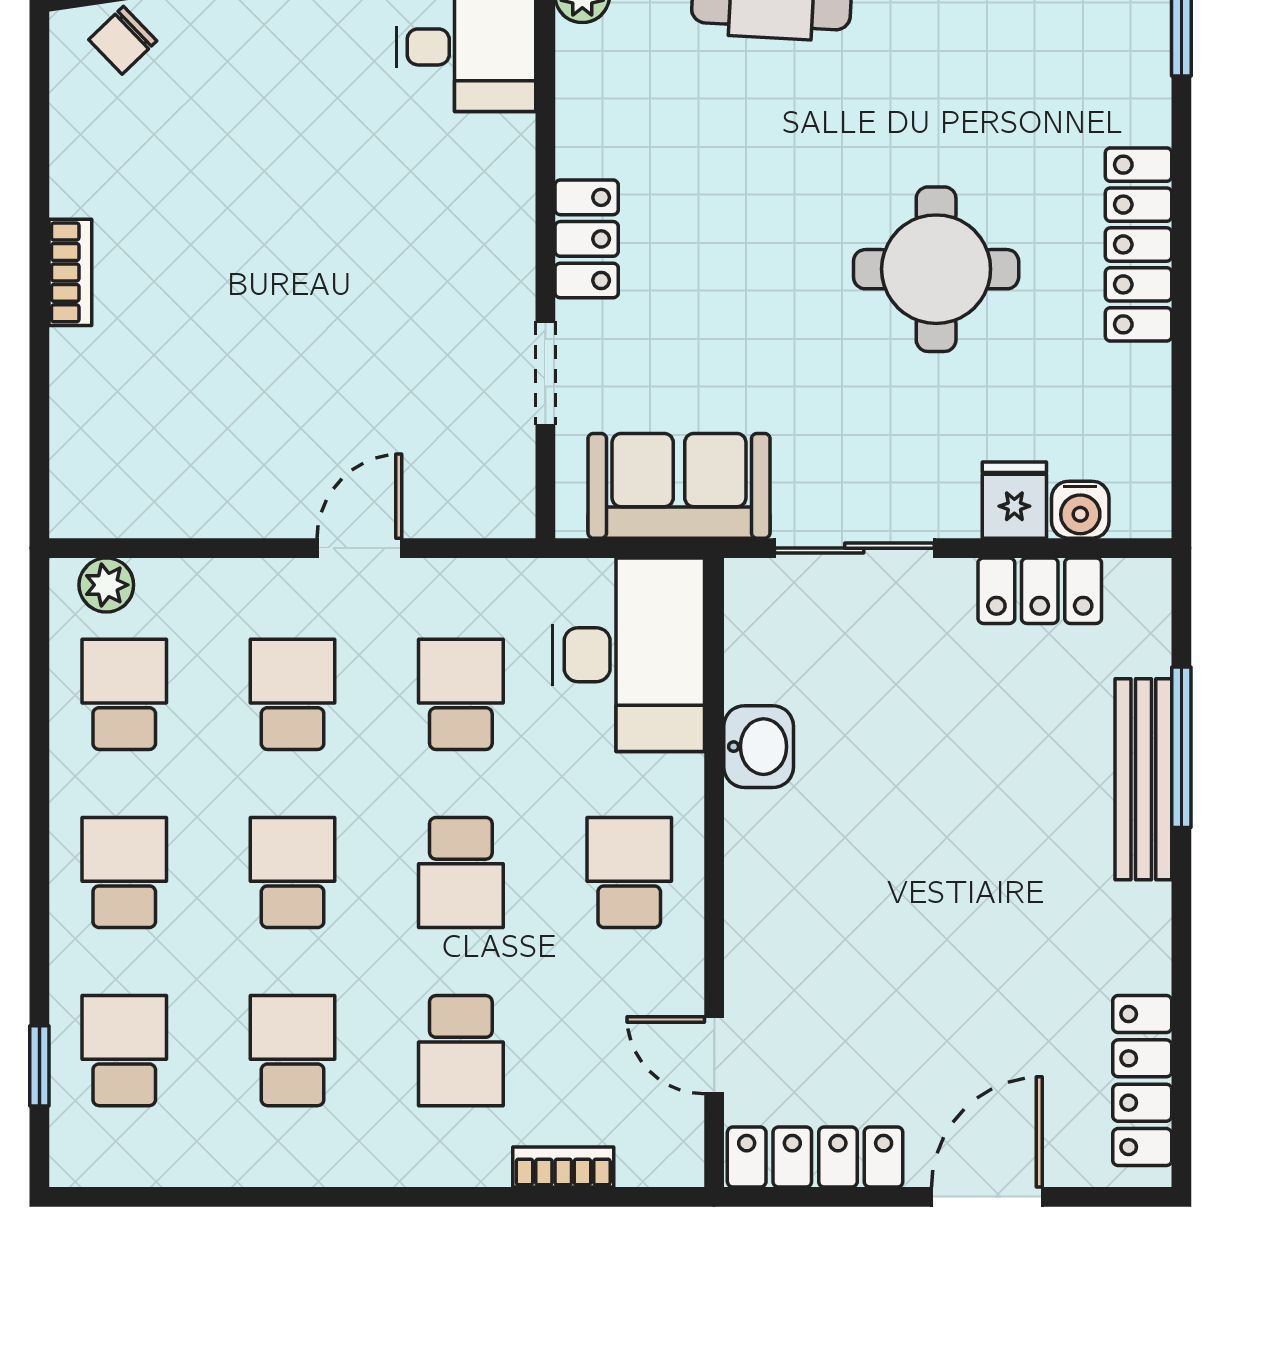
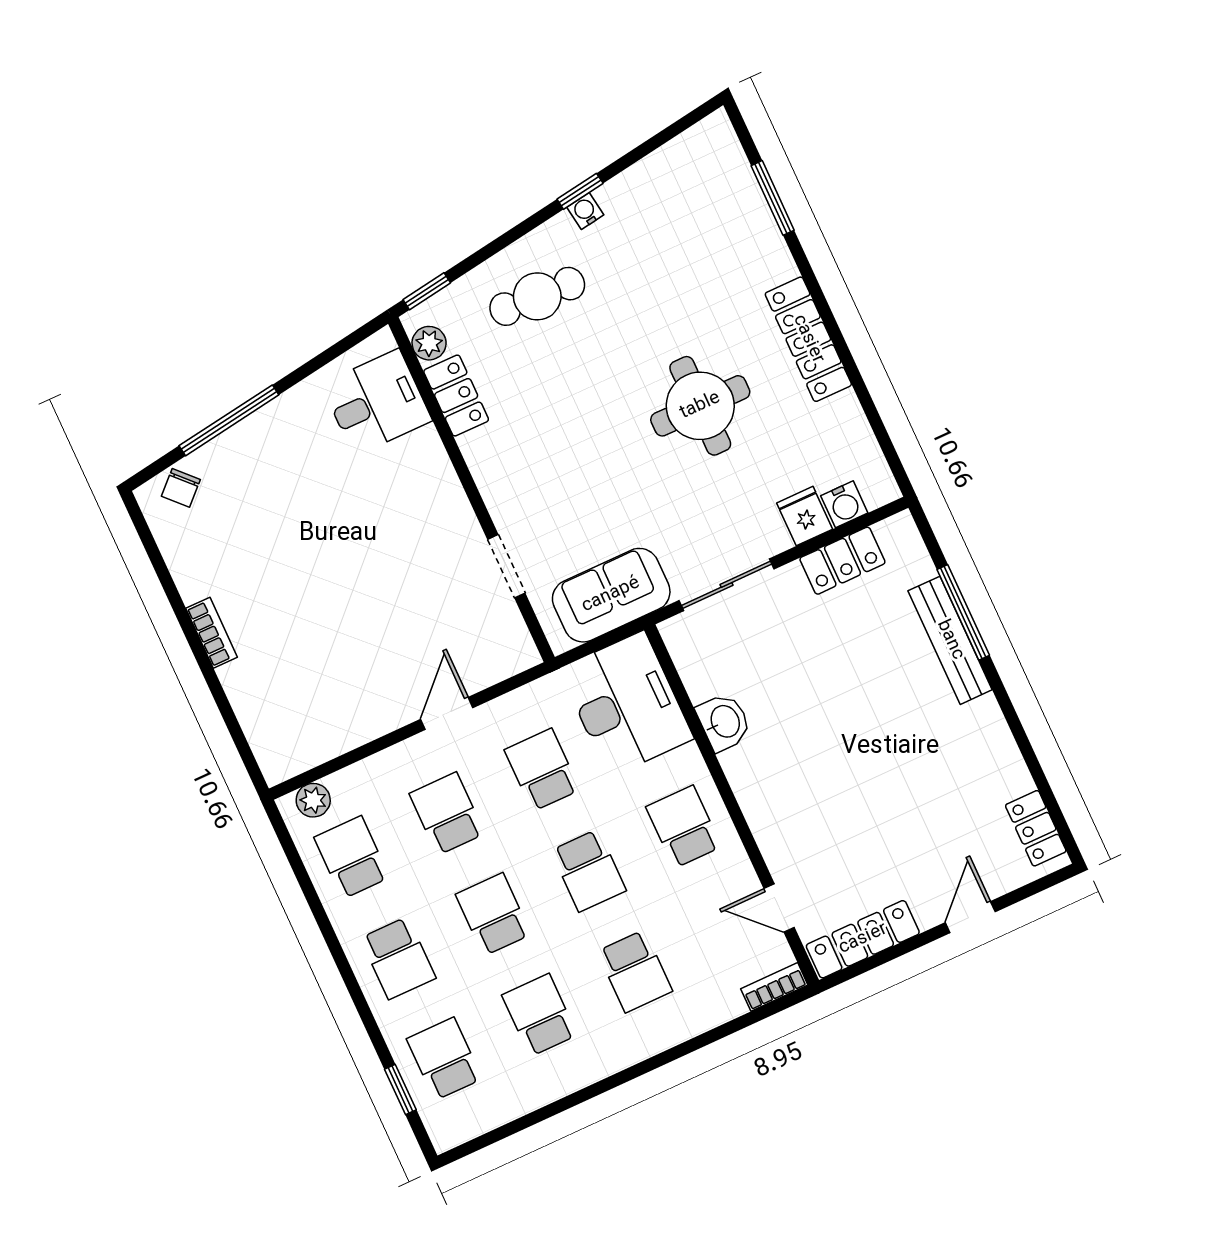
locker: (587, 239) -> (456, 396), moved
school desk: (124, 873) -> (398, 958), turned 180
locker: (1142, 1081) -> (1036, 828), width x0.66
bookcase: (563, 1167) -> (774, 987), moved
door: (987, 1197) -> (970, 917), width x0.73

